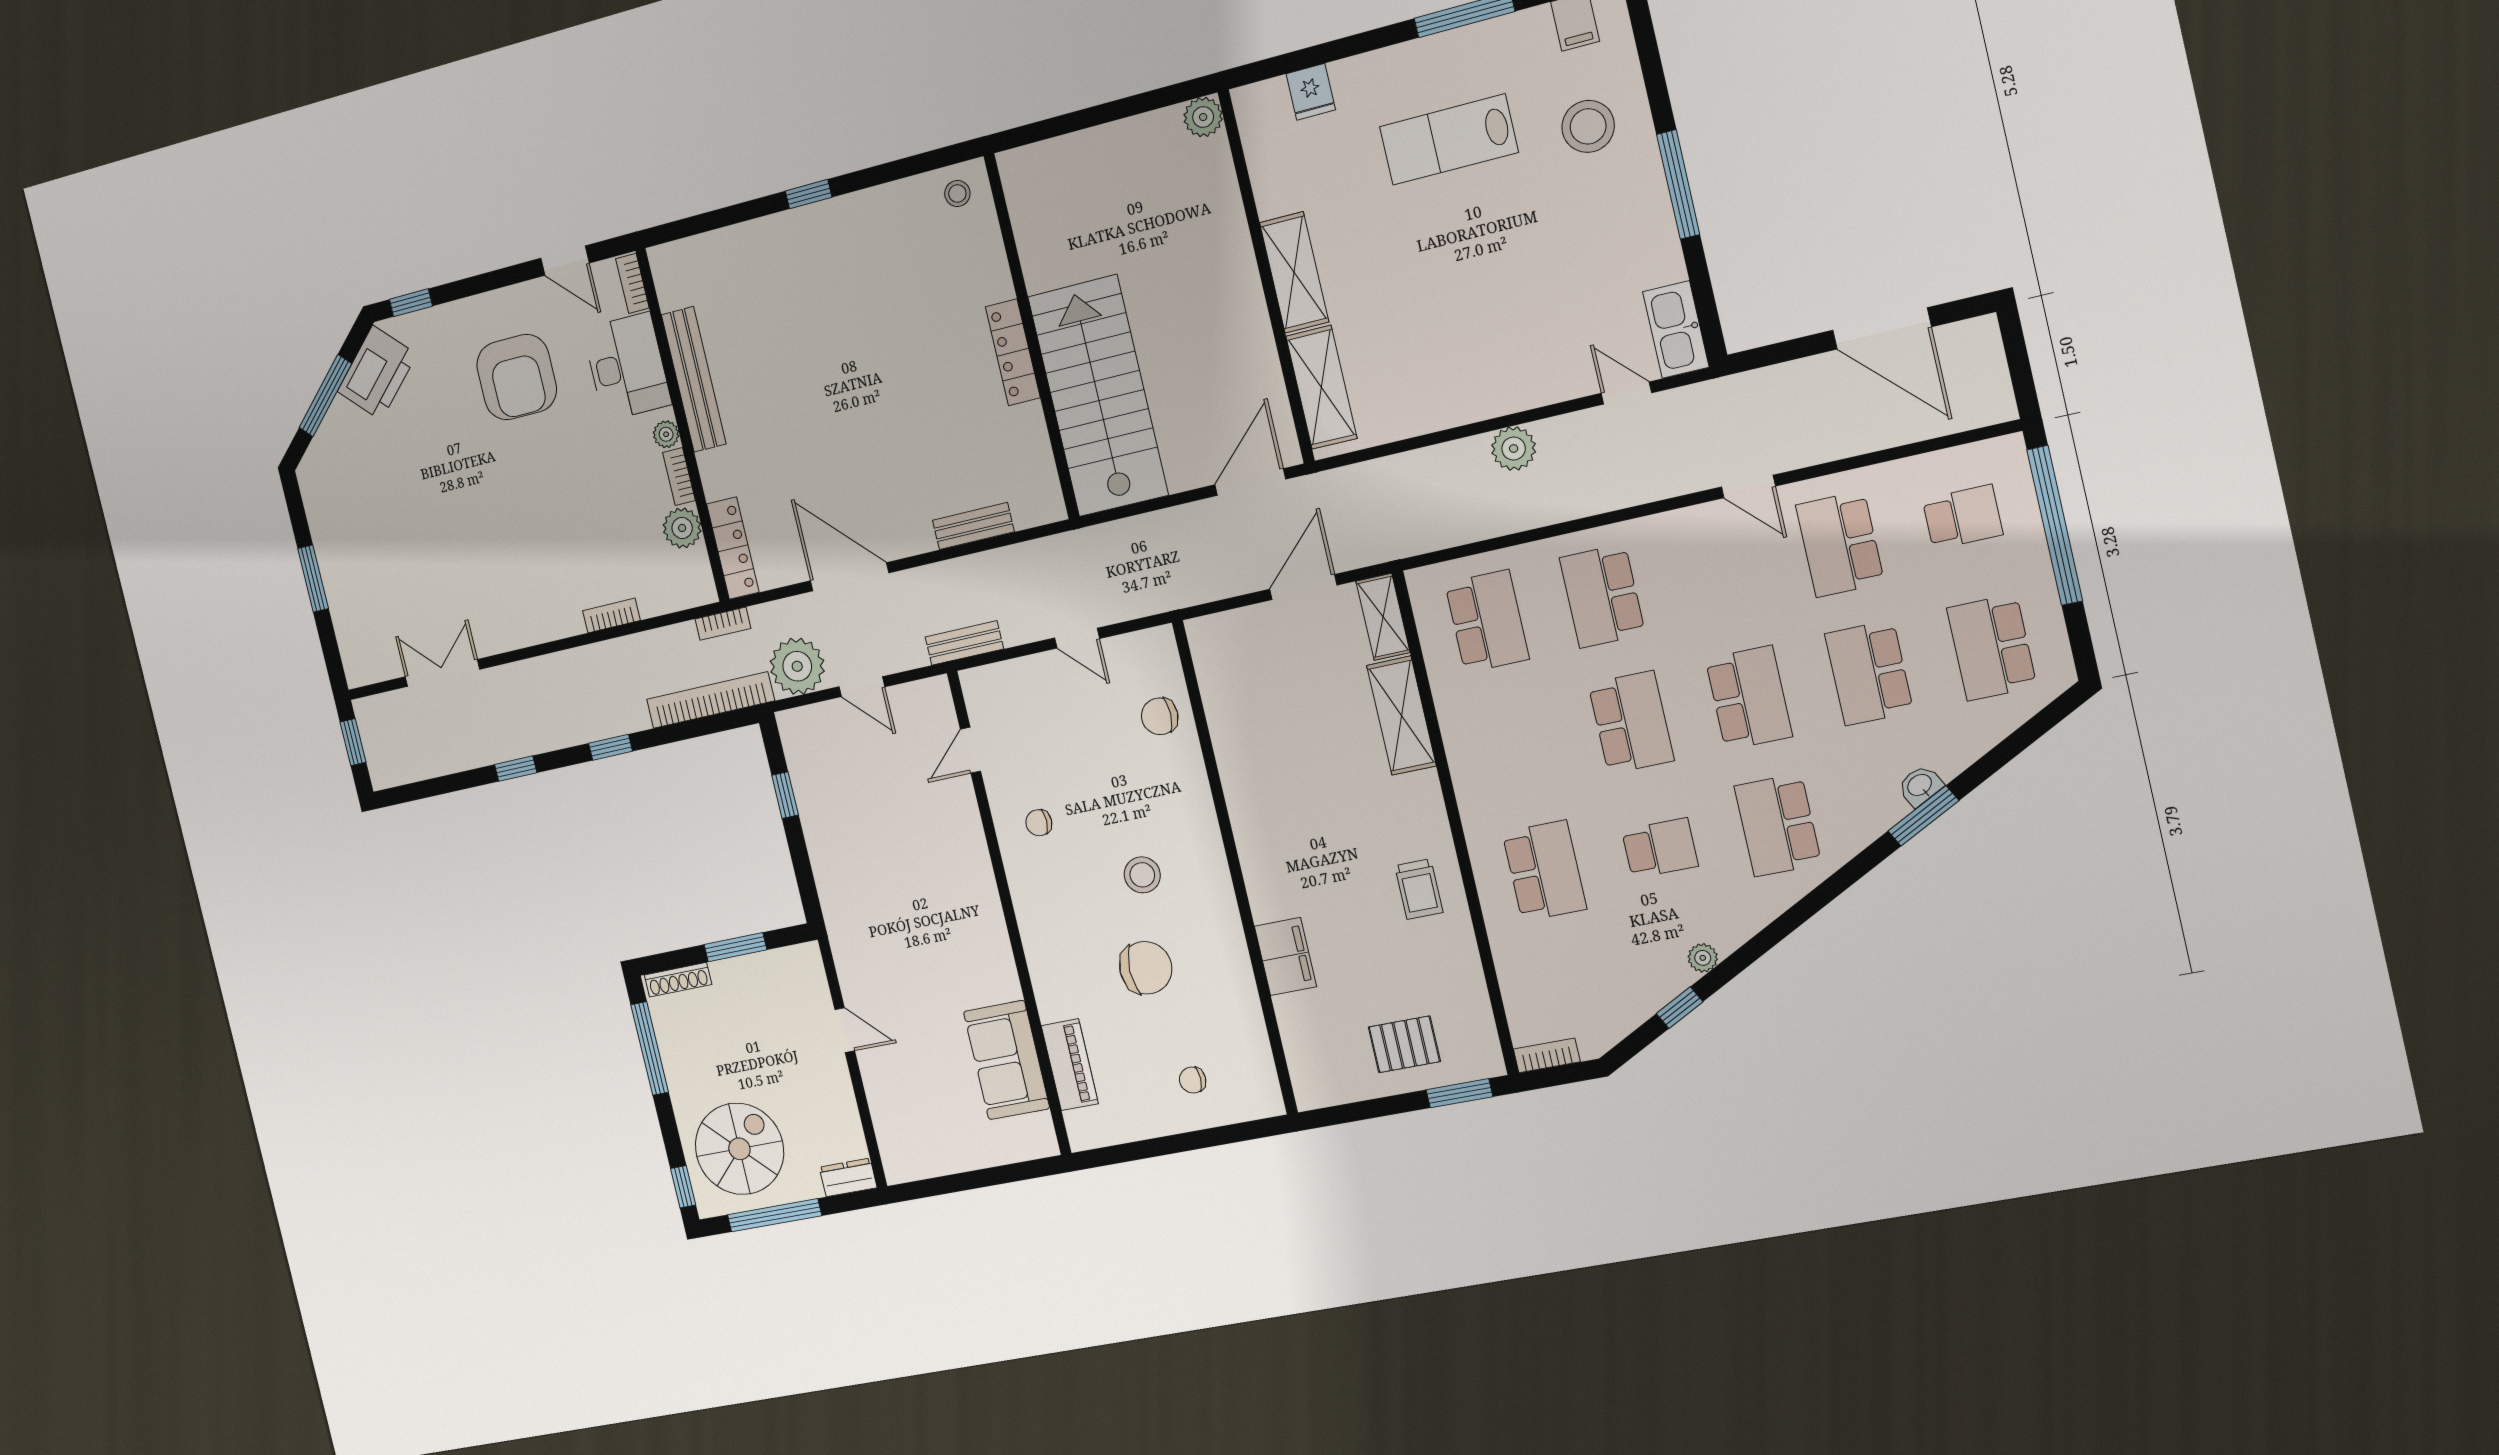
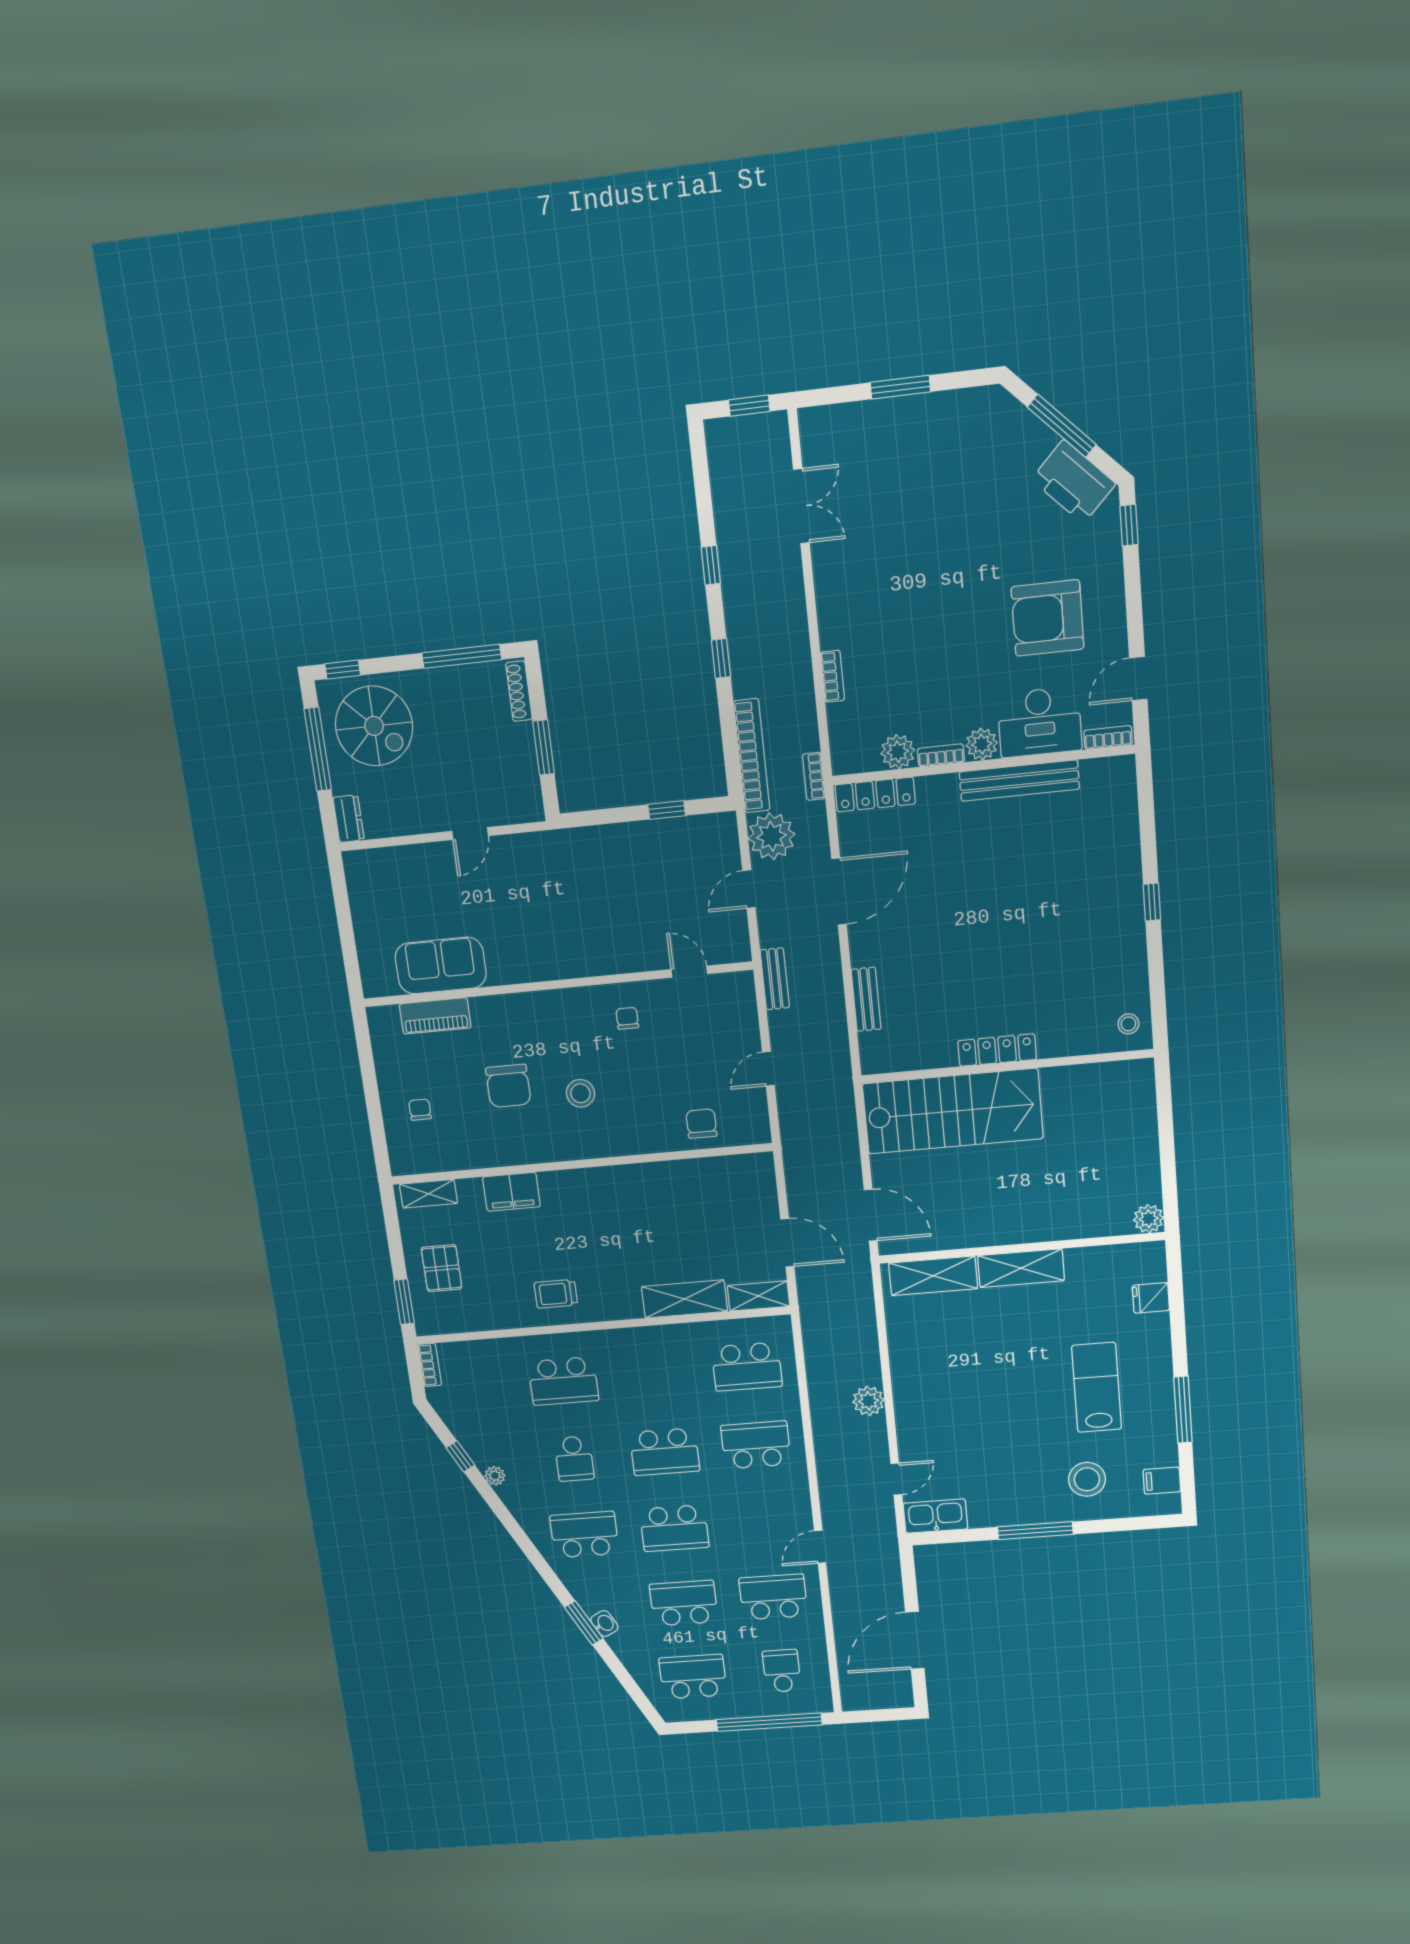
plant: (666, 434) -> (982, 744), width x1.38, depth x1.38
school desk: (1963, 517) -> (782, 1671), turned 180
shelving: (1304, 1065) -> (429, 1194), added

